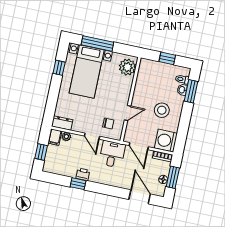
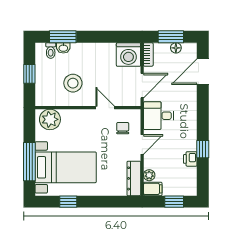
stool: (162, 110) -> (73, 83), moved
dresser: (62, 123) -> (134, 178), width x1.44
printer: (83, 174) -> (190, 159), moved

